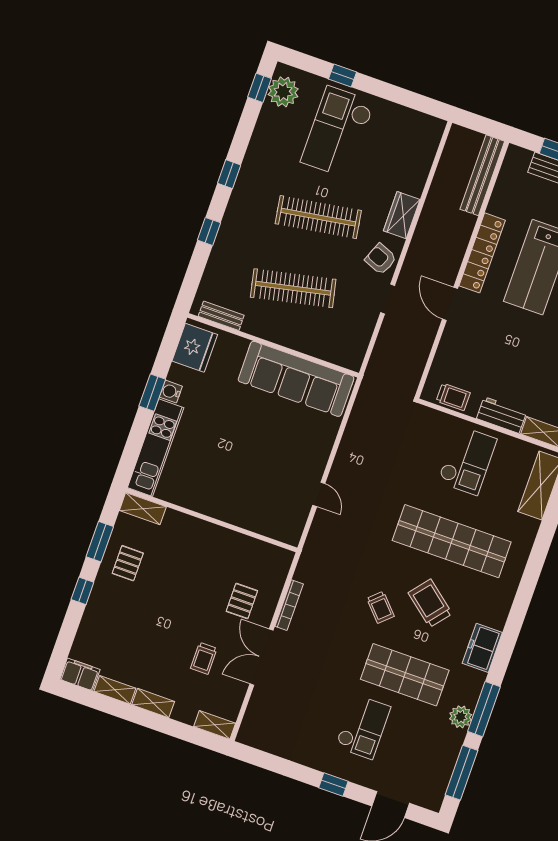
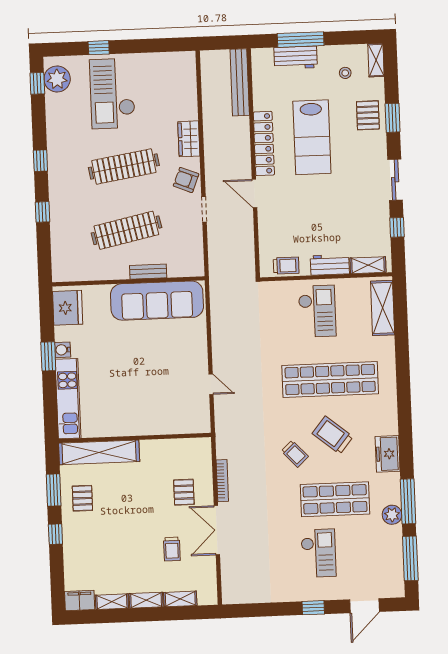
bench: (221, 316) -> (148, 272), moved
shelving: (143, 509) -> (99, 452), width x2.20, depth x1.33
shelving: (215, 725) -> (180, 599), moved

